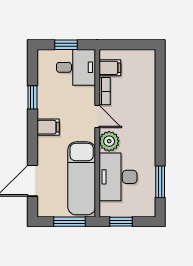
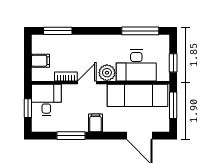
filing cabinet: (110, 68) -> (40, 61), moved, turned 90
window: (160, 81) -> (58, 31), added
window: (32, 97) -> (71, 136), width x1.50
window: (160, 182) -> (140, 31), width x1.44

